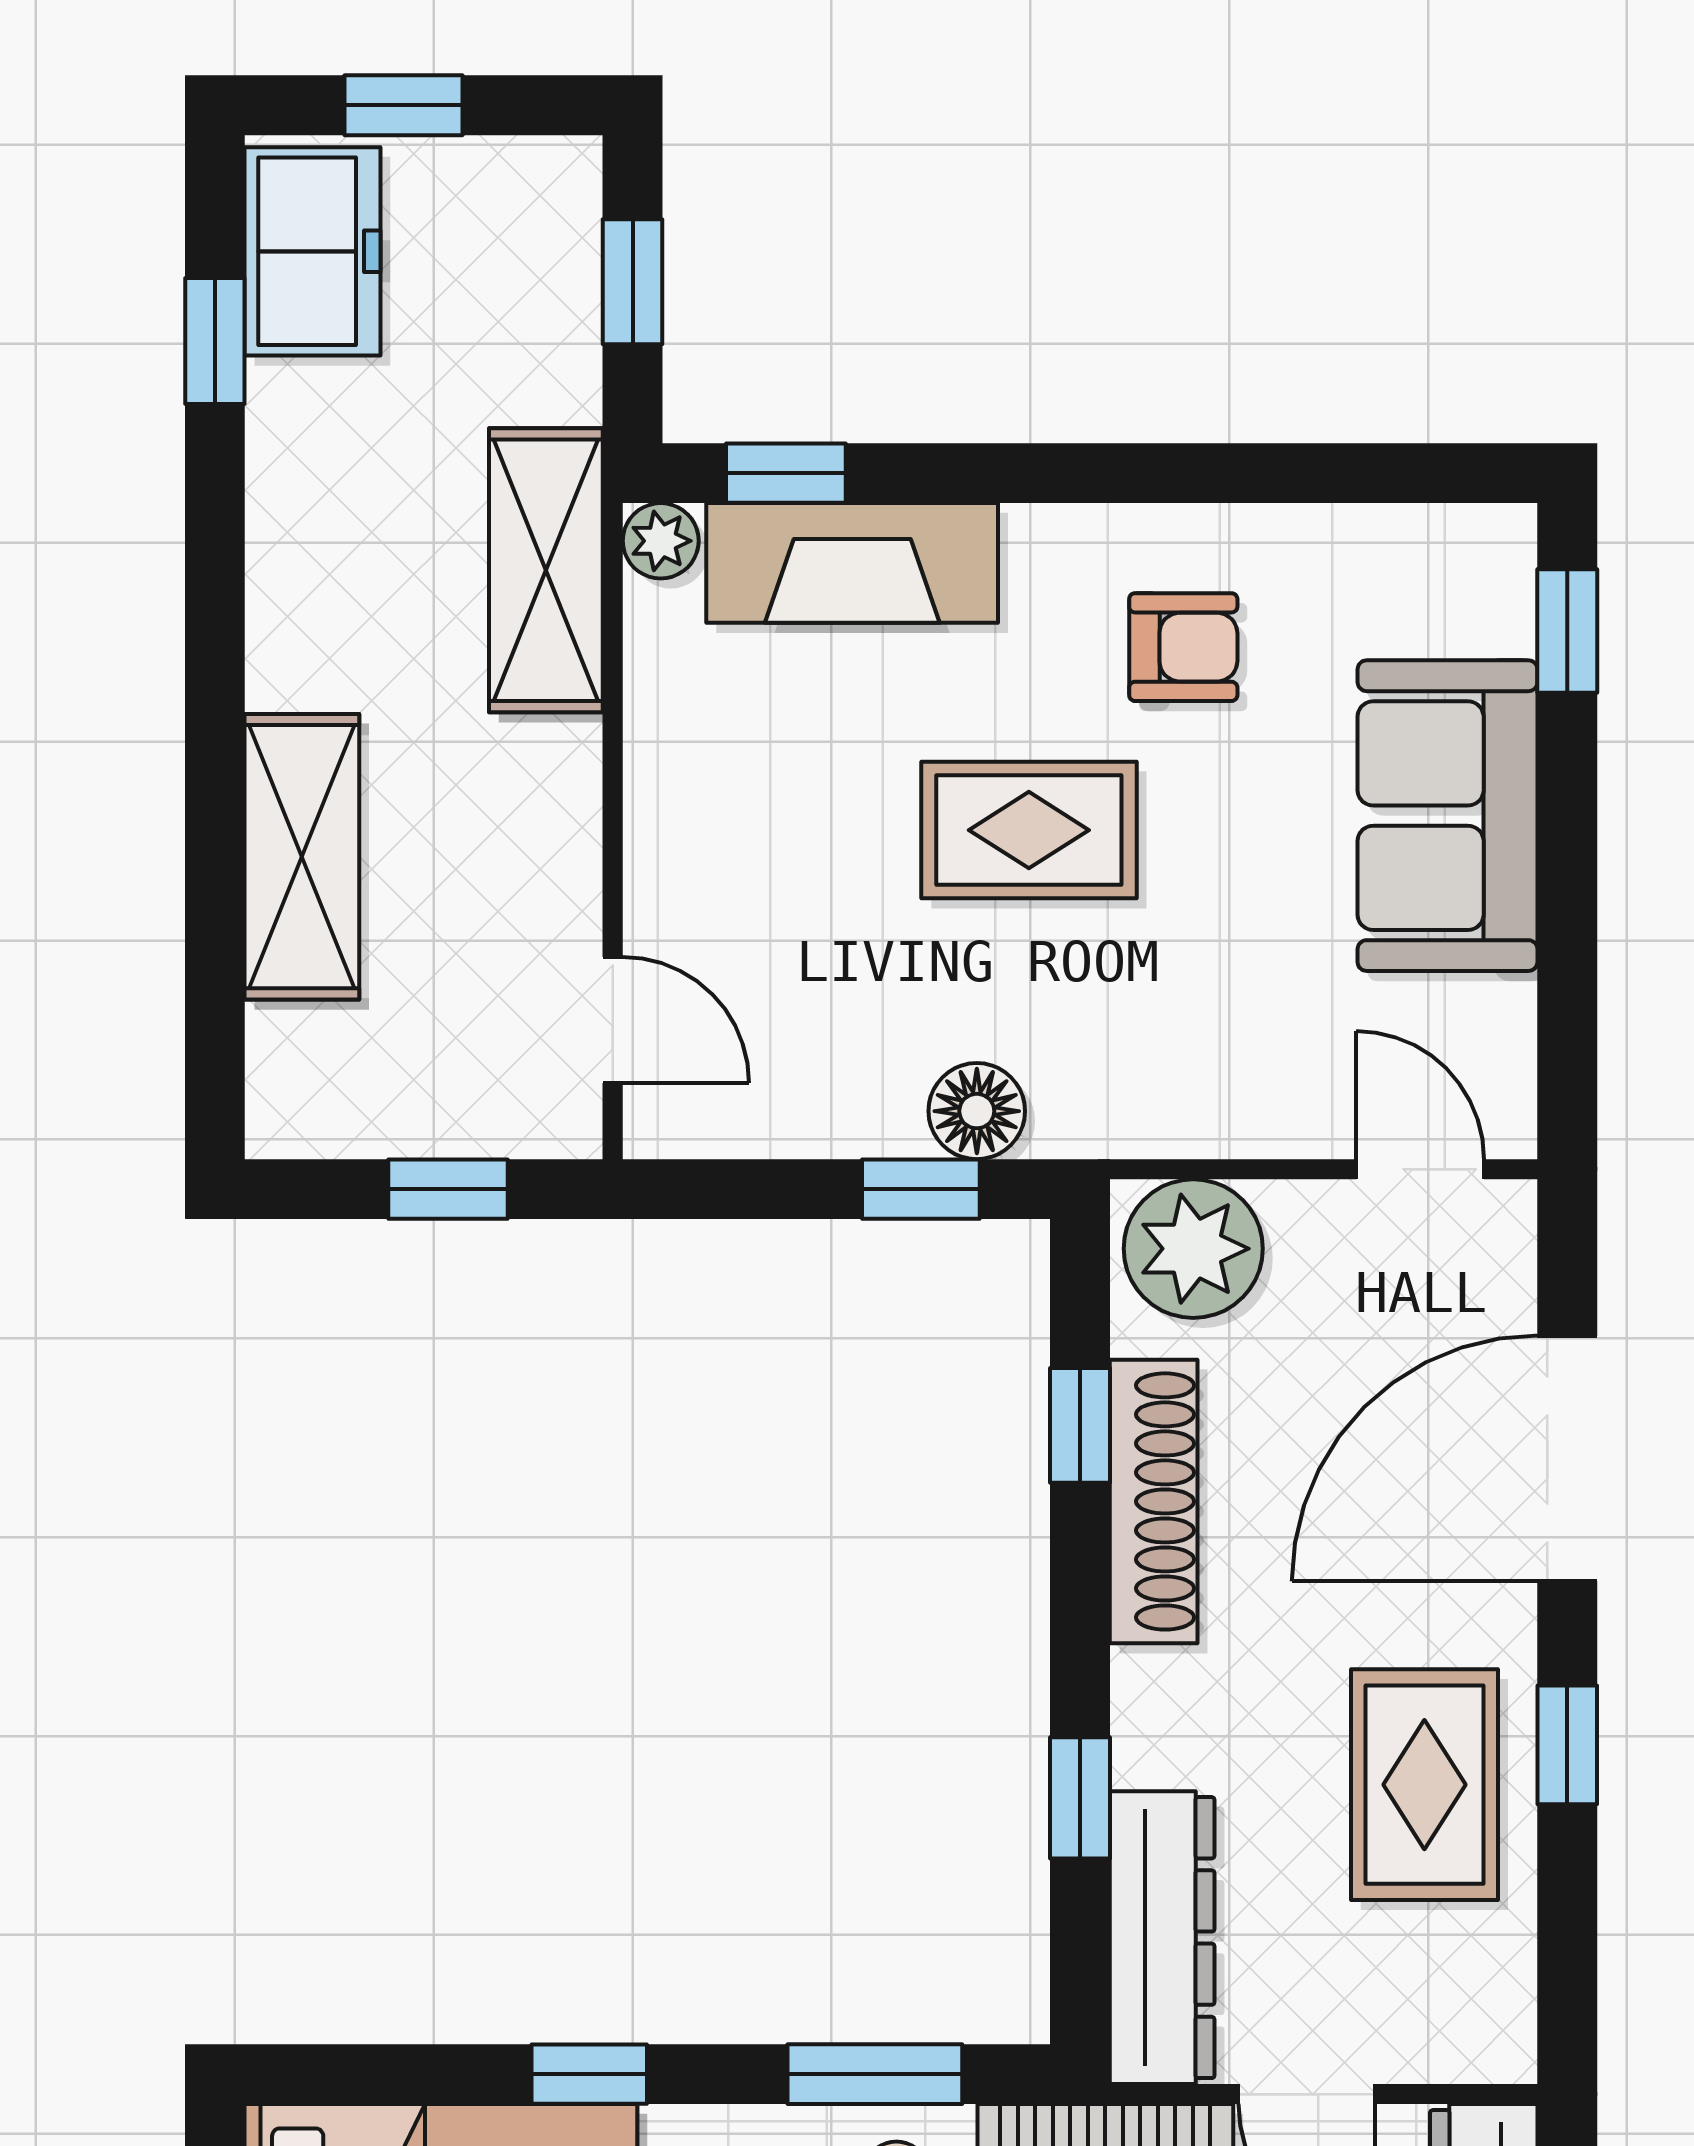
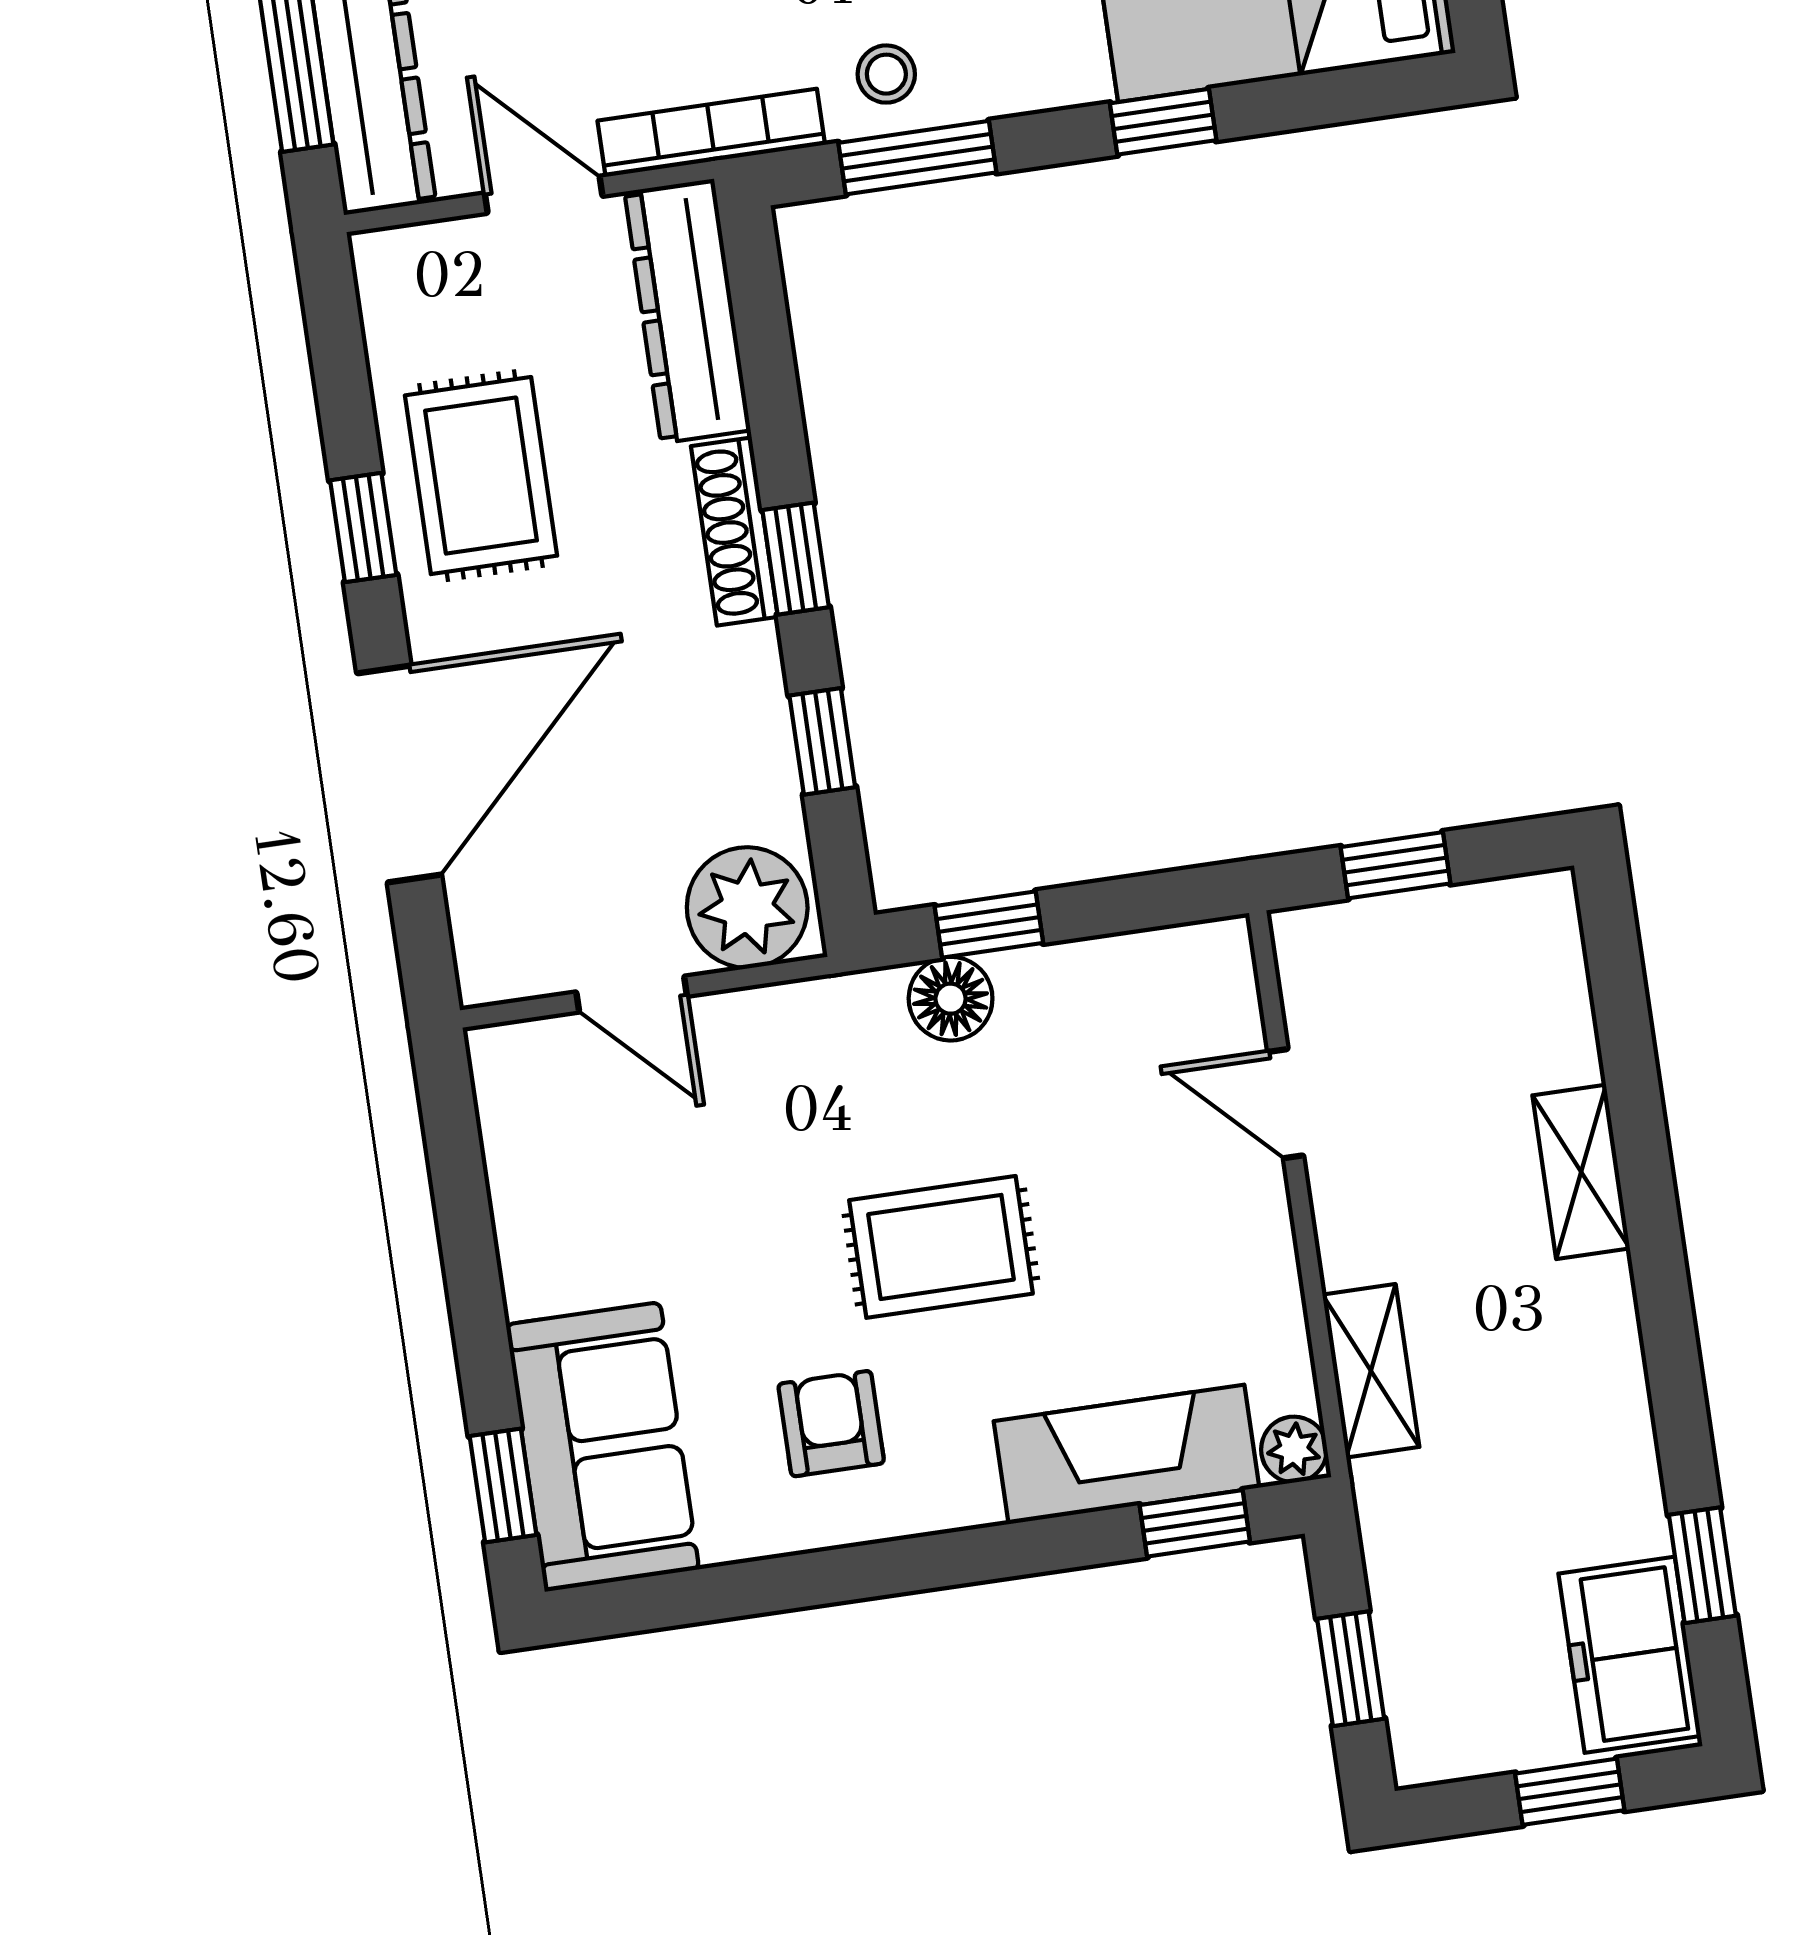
shelving: (546, 570) -> (1371, 1371), width x0.67, depth x0.75
armchair: (1183, 647) -> (831, 1424), turned 90
sofa: (1448, 816) -> (602, 1447), moved
shelving: (302, 857) -> (1581, 1172), width x0.67, depth x0.75
door: (613, 1020) -> (1286, 1104), moved
door: (1420, 1169) -> (632, 994), moved
shoe rack: (1154, 1501) -> (734, 532), moved, width x0.74, depth x0.81
window: (1080, 1798) -> (796, 559), moved

